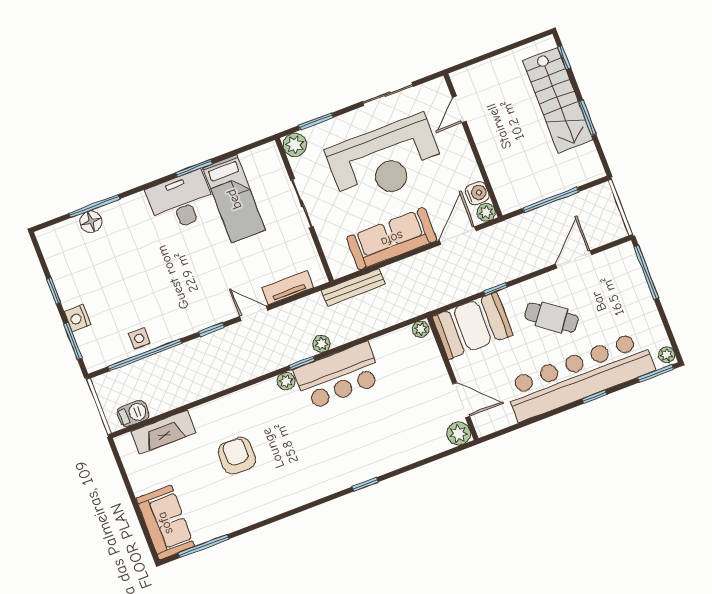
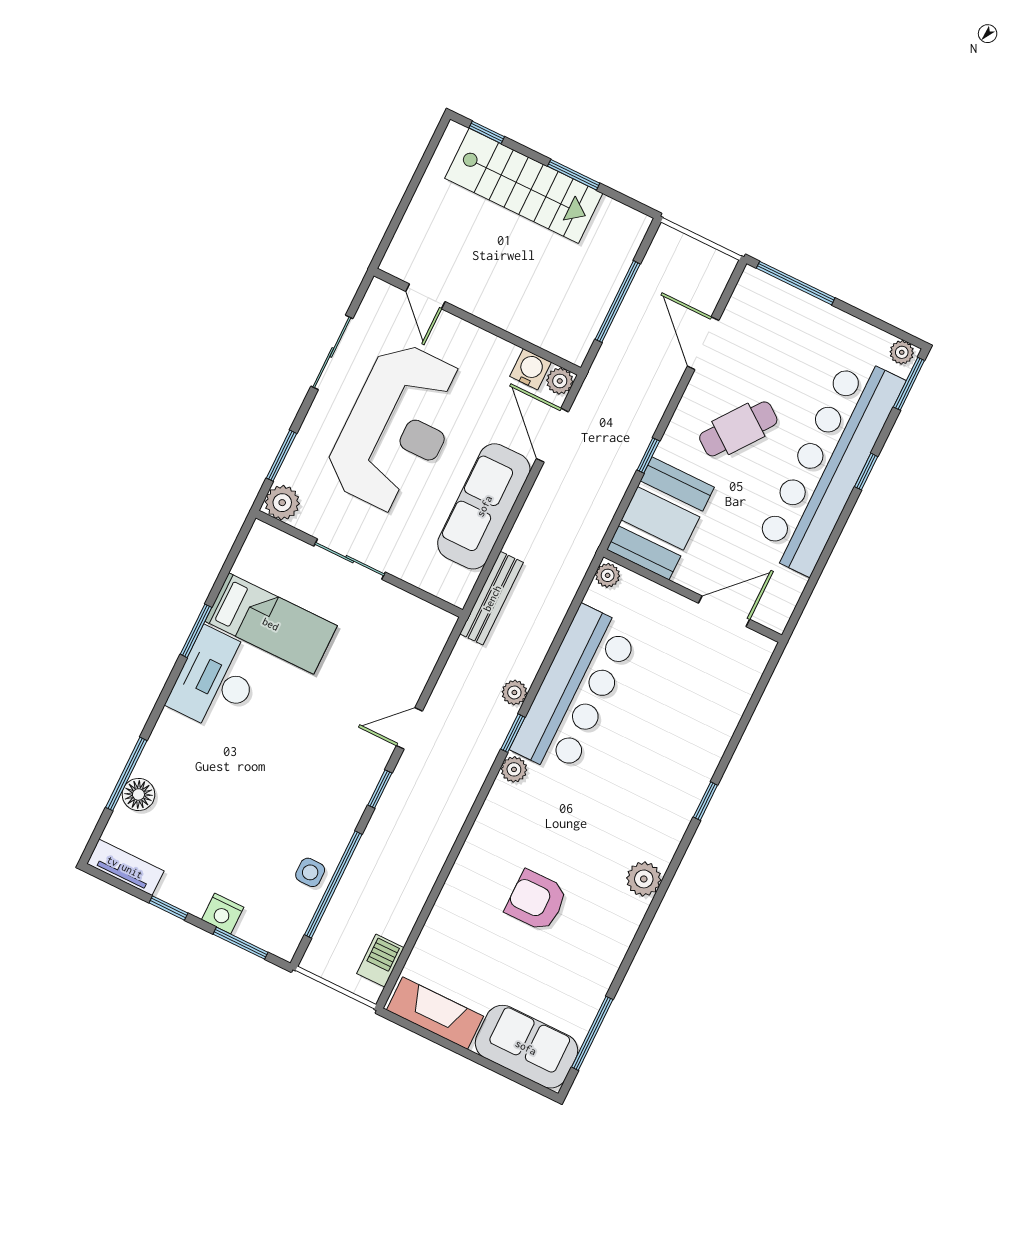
tv unit: (288, 288) -> (125, 867), moved, turned 90
bar counter: (338, 376) -> (575, 691), width x1.36
fireplace: (163, 432) -> (435, 1013), moved, turned -90
plant: (459, 433) -> (644, 879), moved

